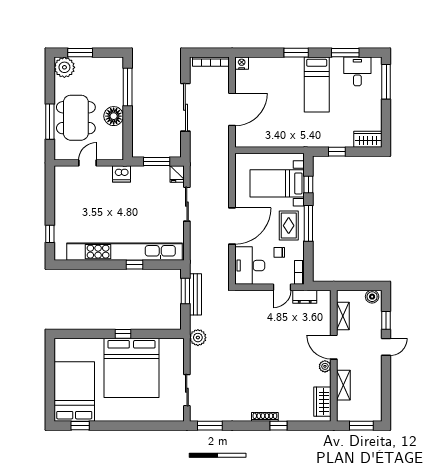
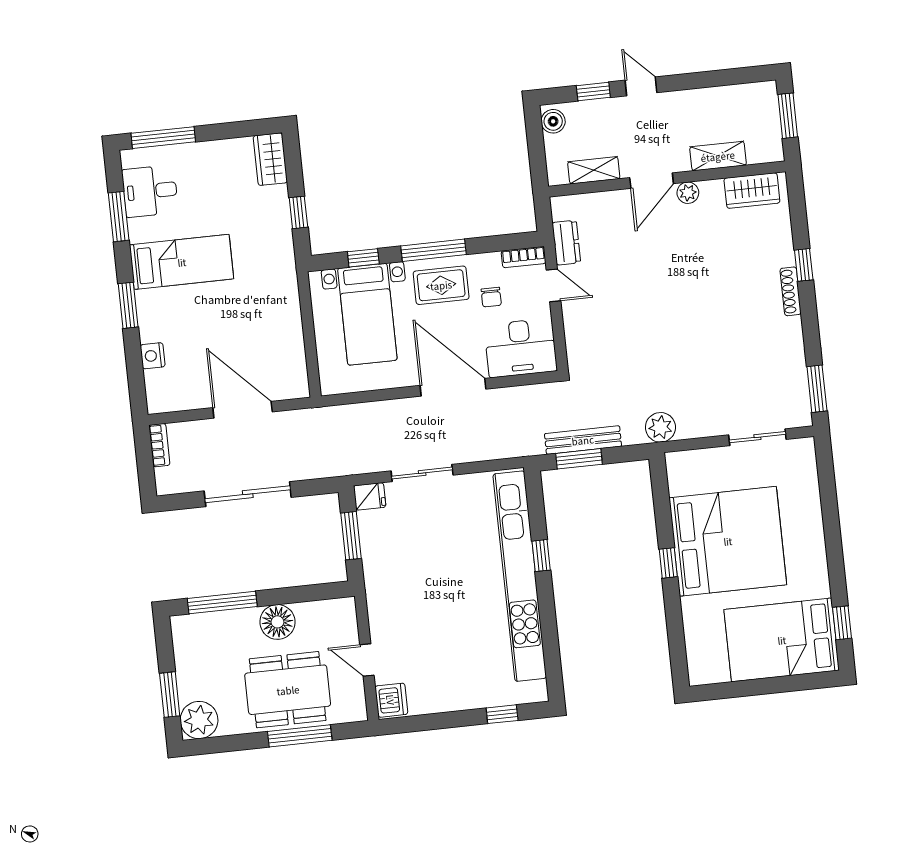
bookcase: (211, 62) -> (159, 445), width x0.64
nightstand: (242, 63) -> (153, 356), moved
dishwasher: (121, 174) -> (391, 700), moved

